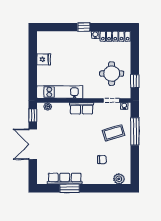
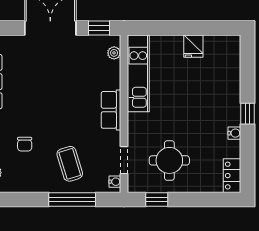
locker: (115, 36) -> (232, 176), width x0.66

